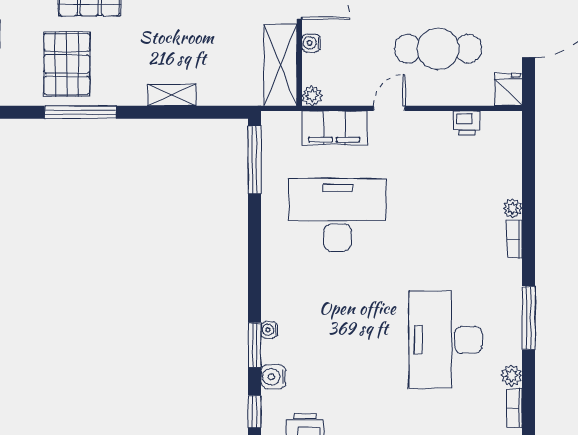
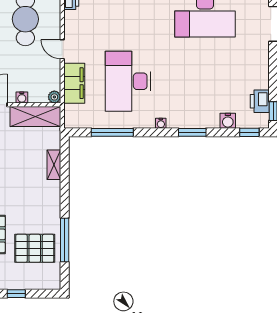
shelving: (172, 95) -> (54, 165), moved
window: (255, 160) -> (112, 132), moved
water cooler: (269, 330) -> (161, 123), moved
window: (255, 345) -> (192, 132), moved

